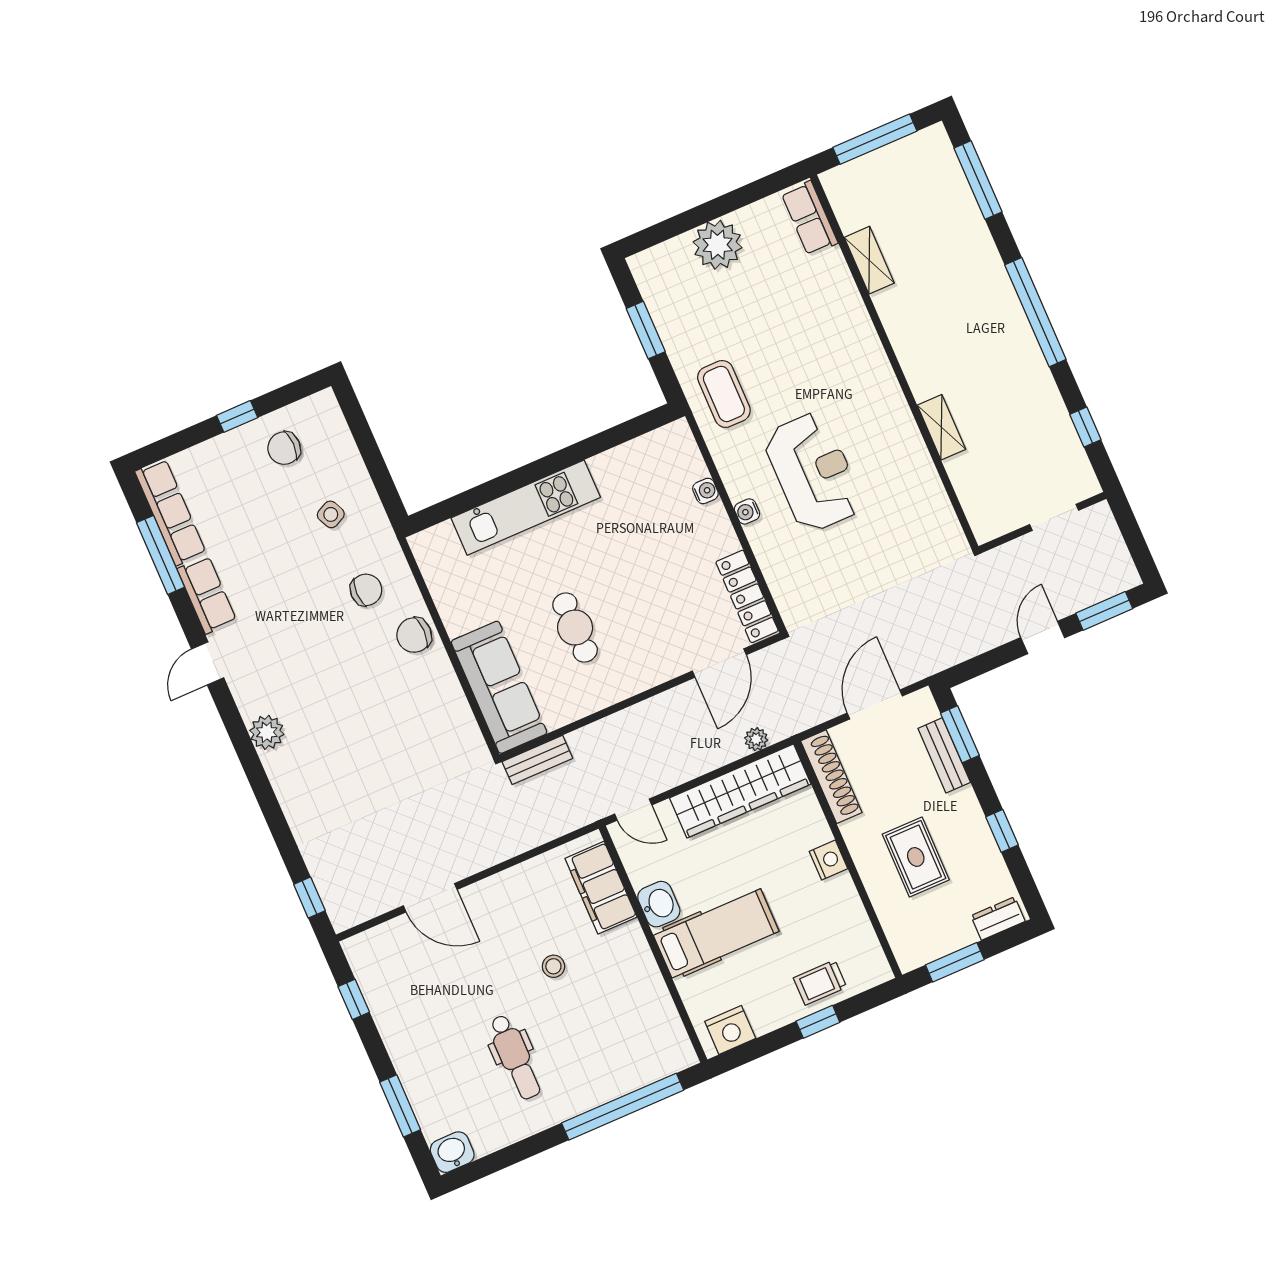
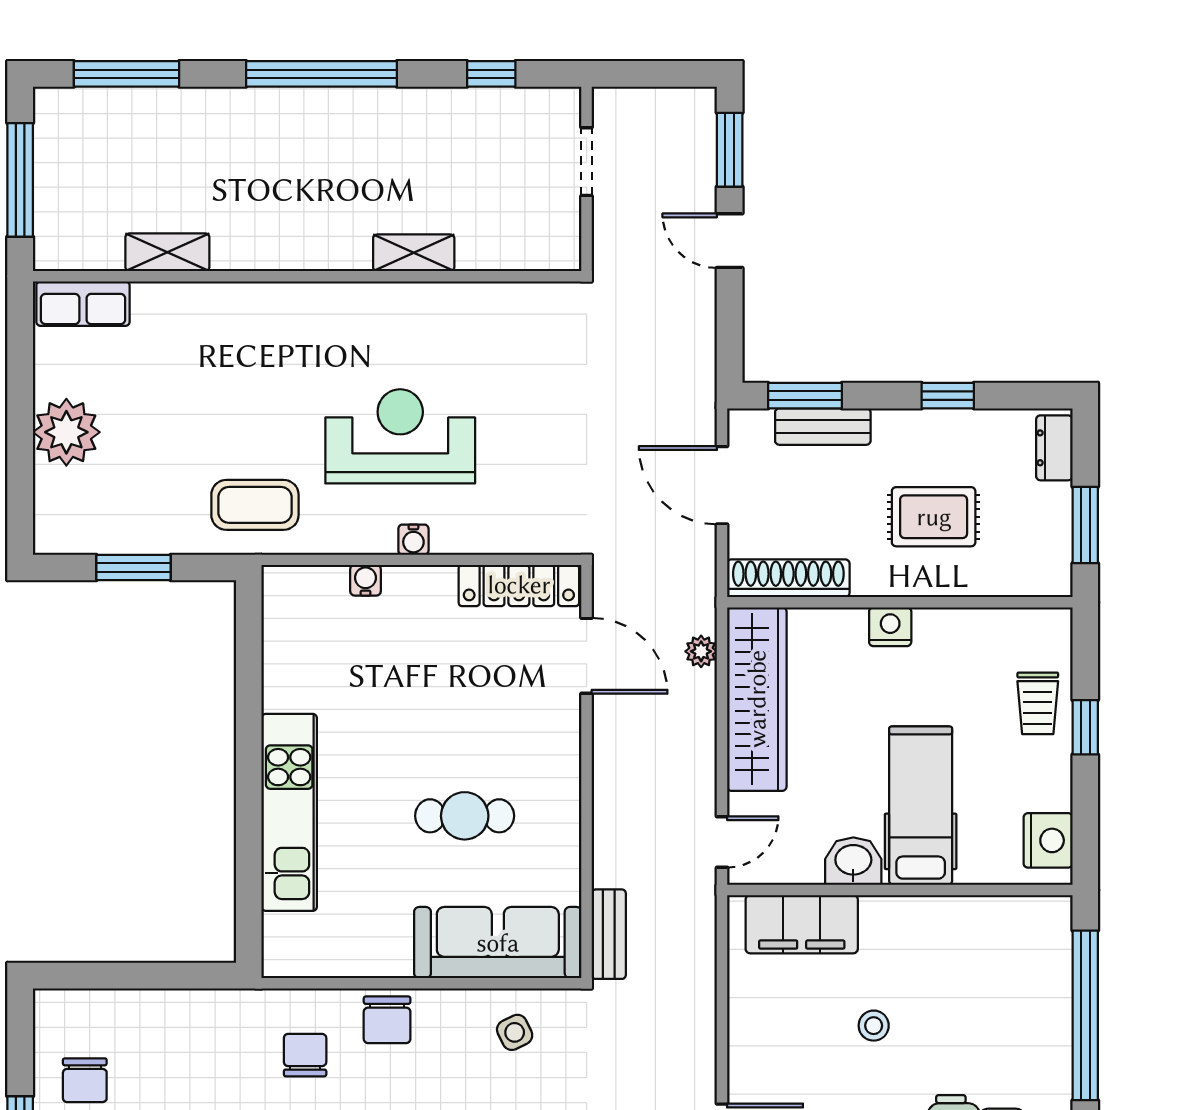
side table: (331, 514) -> (515, 1032), moved

